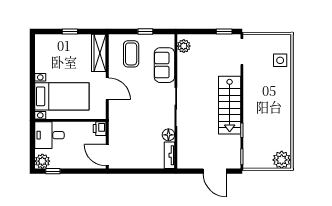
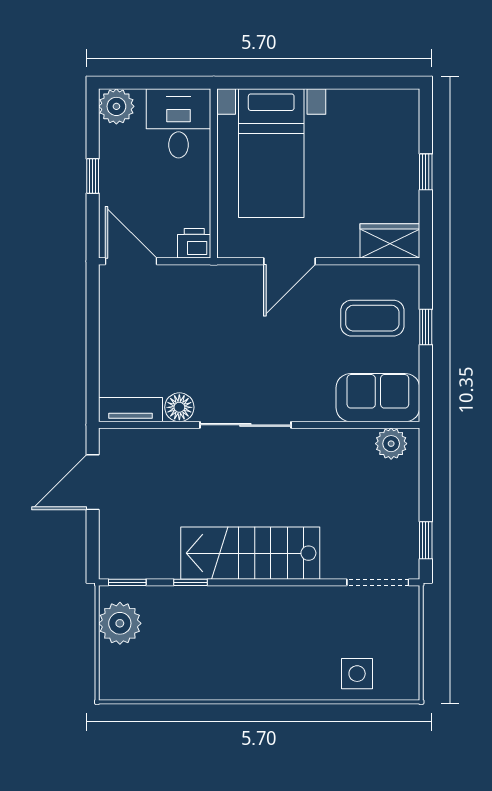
window: (145, 32) -> (426, 327), moved
wardrobe: (99, 53) -> (390, 241), width x0.67
sofa: (164, 65) -> (378, 398), moved
door: (107, 155) -> (131, 261), hinge flipped
plant: (282, 160) -> (120, 623), moved
window: (53, 171) -> (93, 176), moved
door: (215, 171) -> (93, 482), moved

